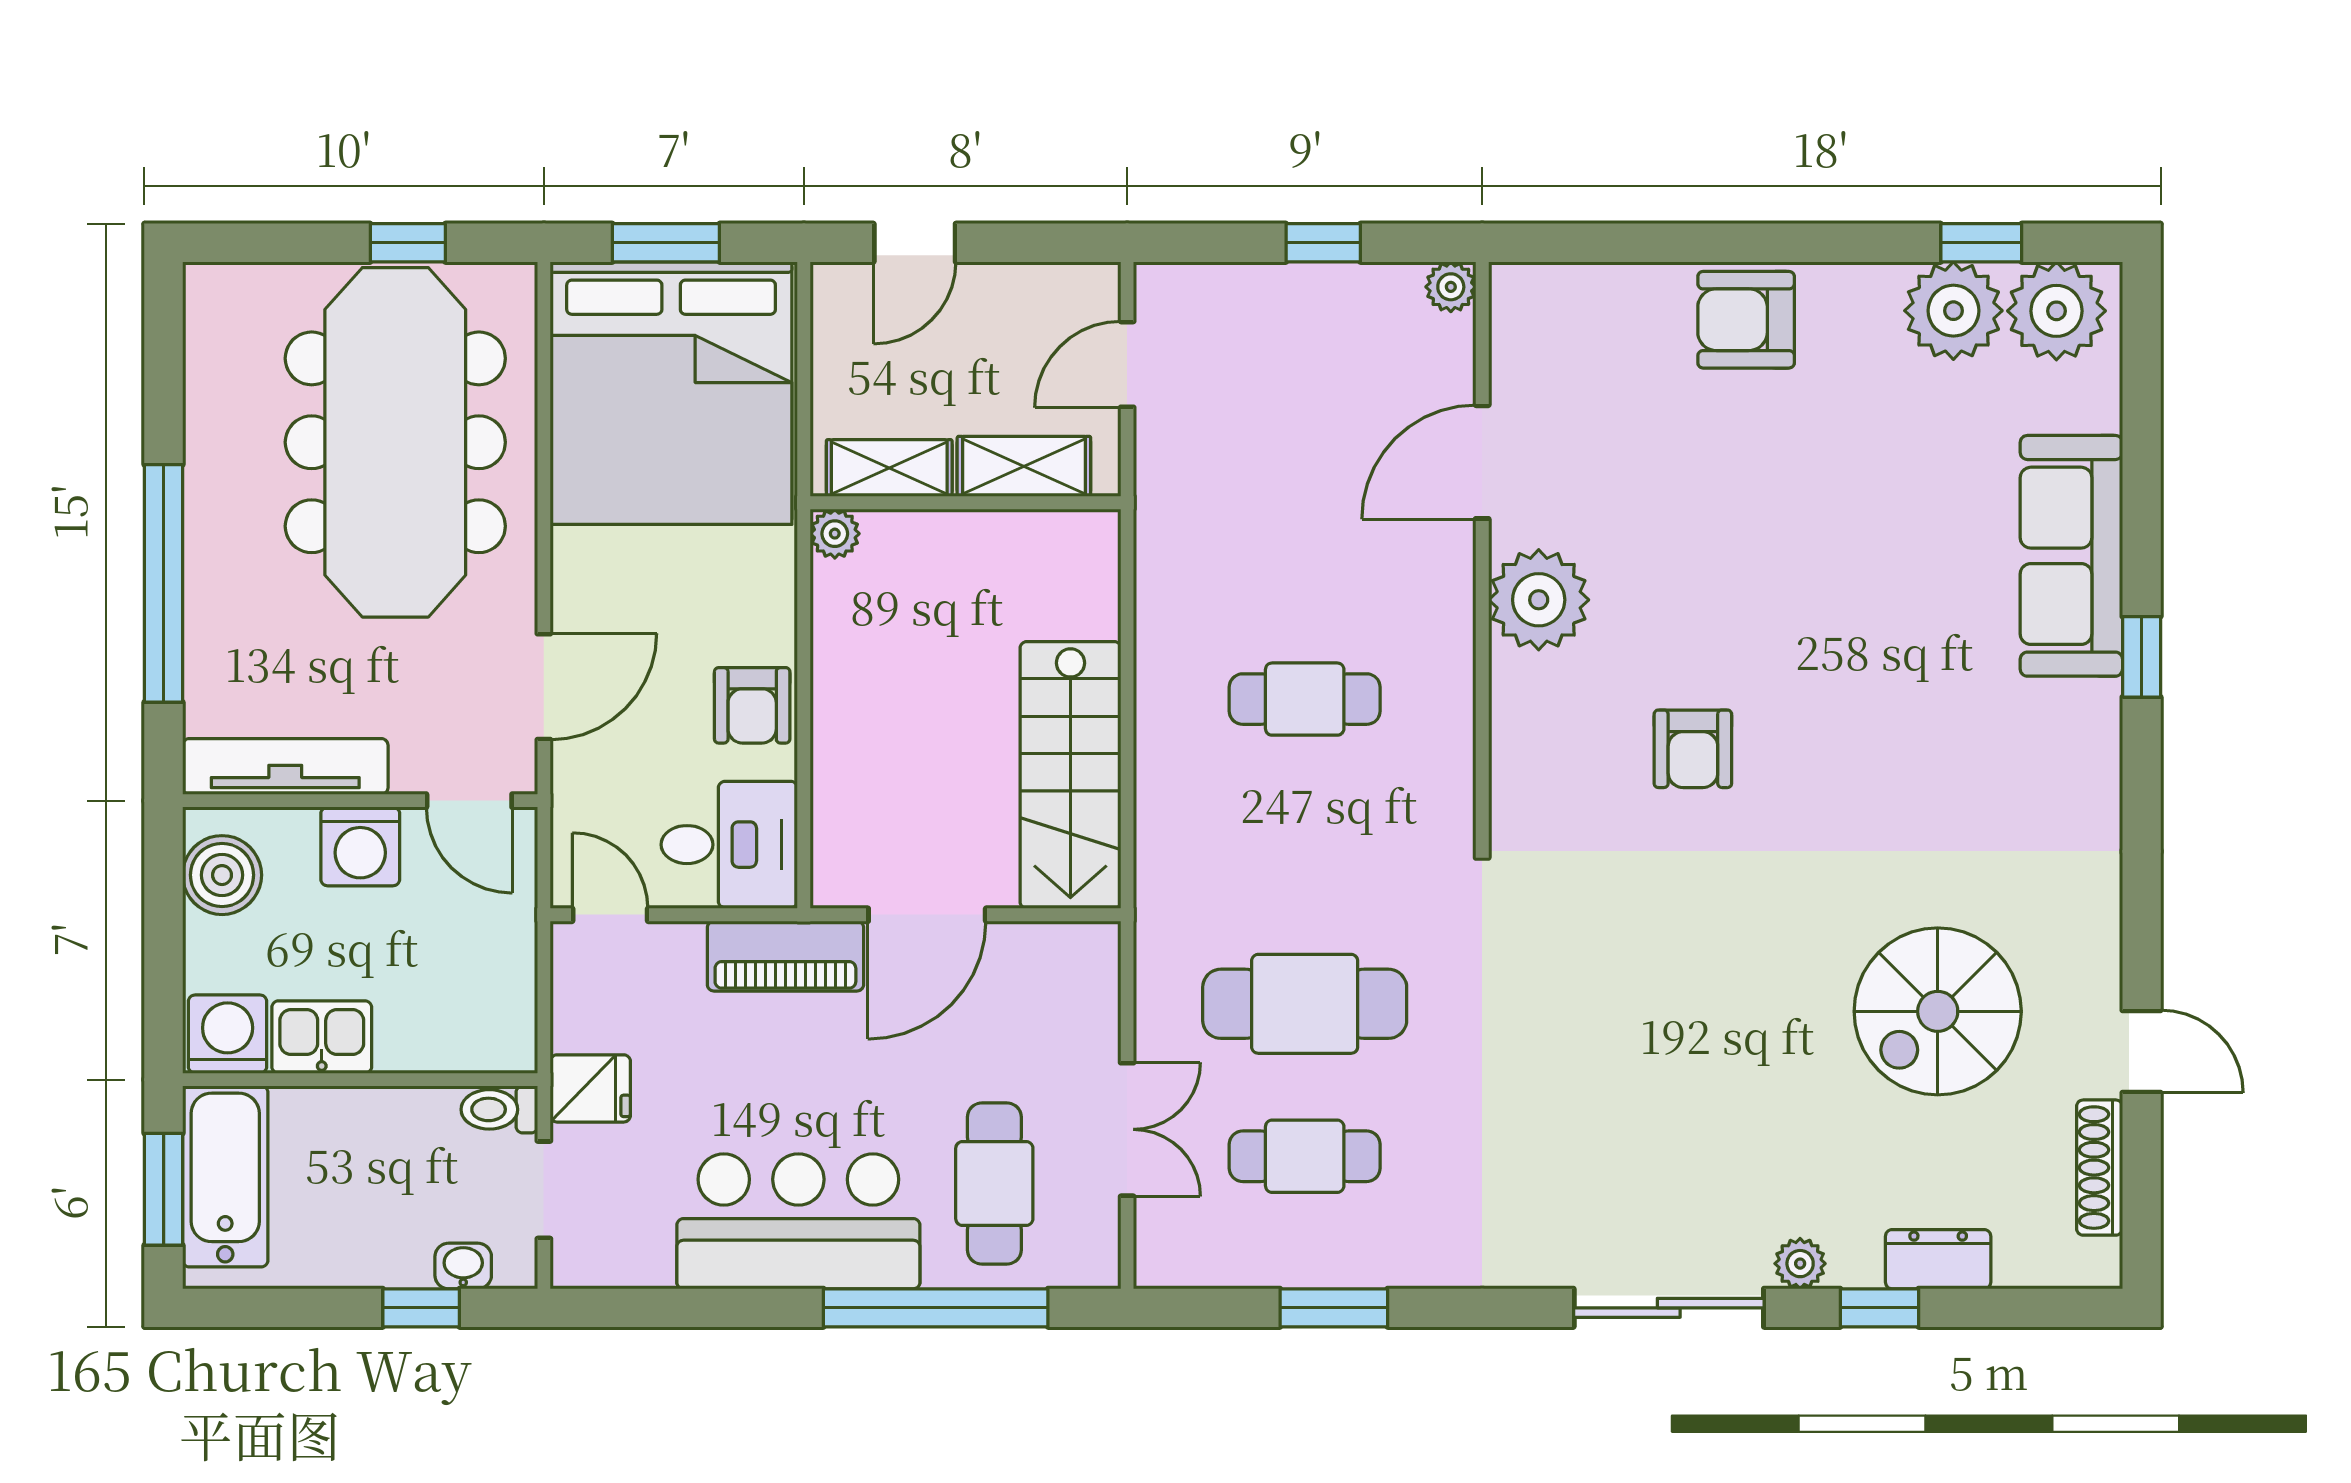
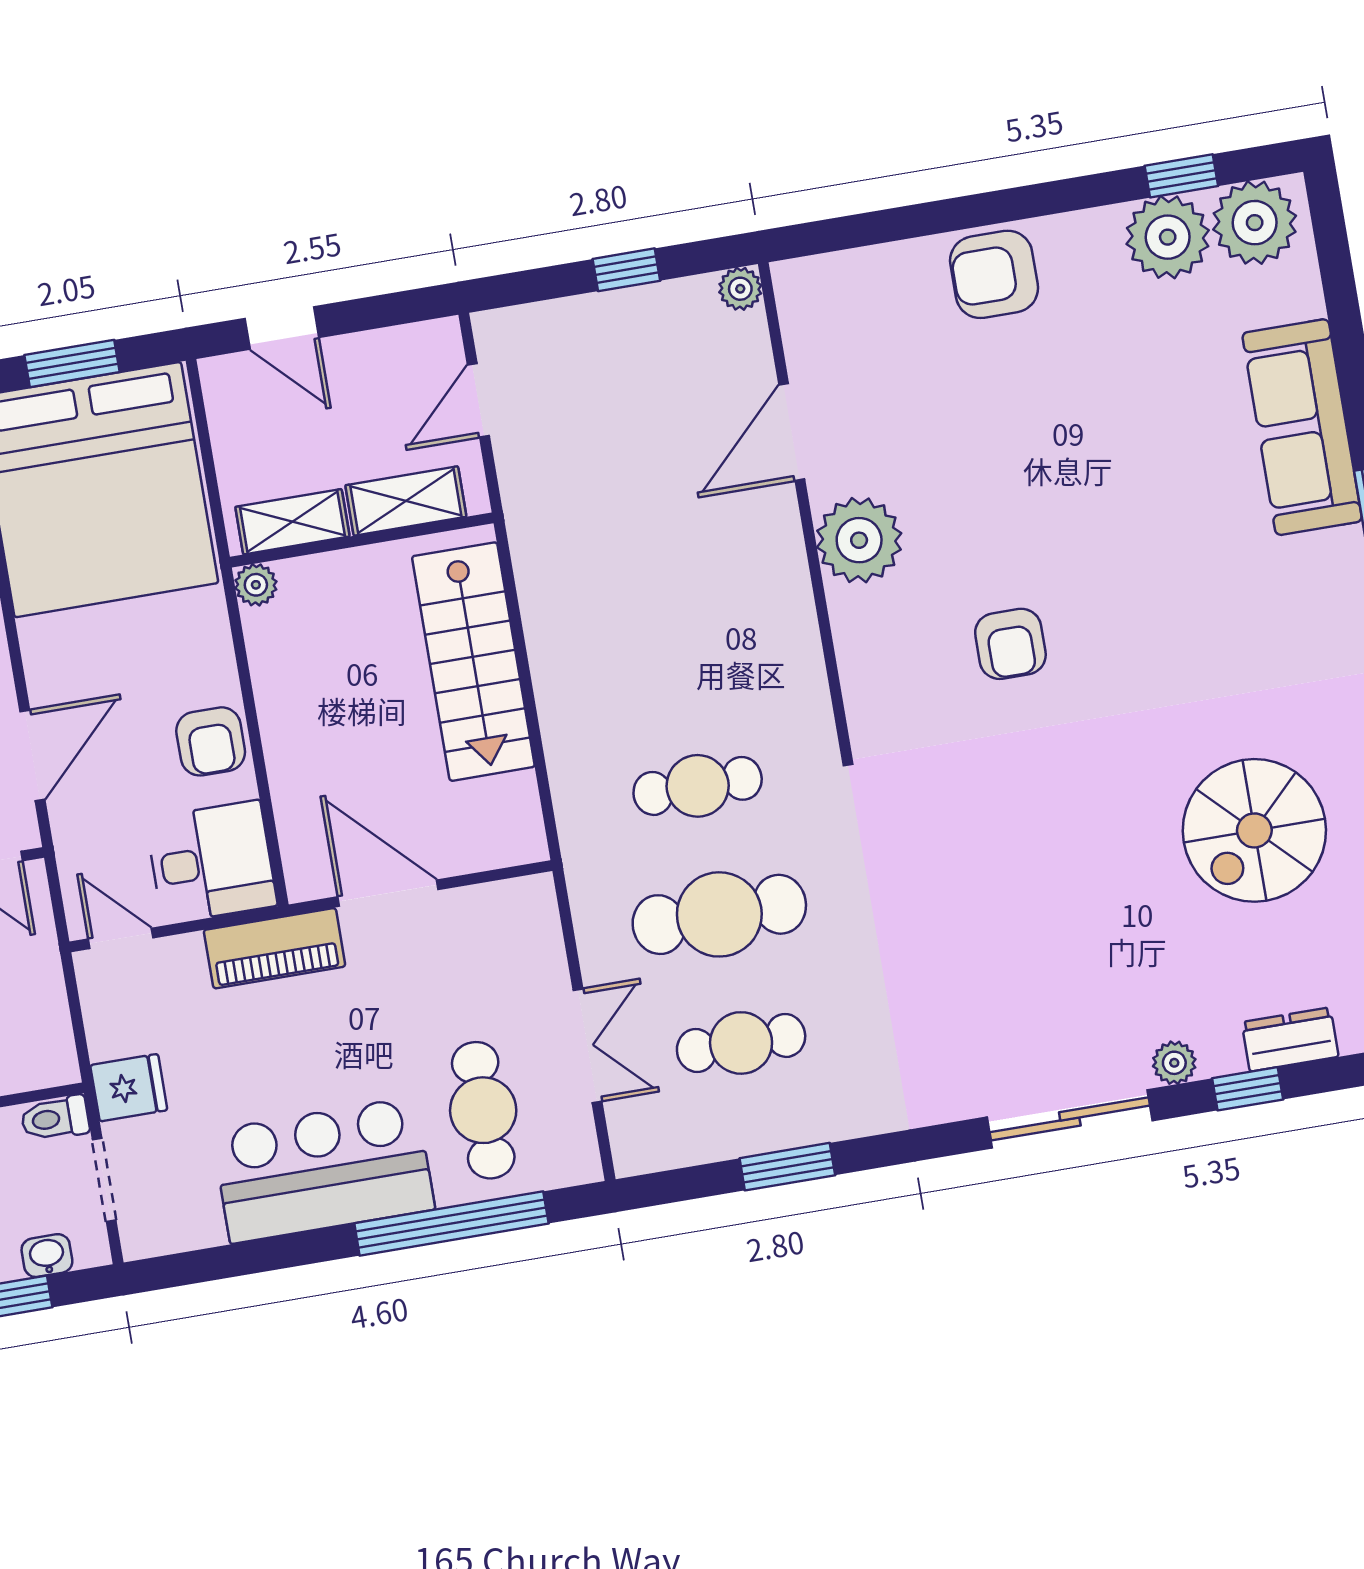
door: (915, 243) -> (282, 328), hinge flipped
cafe table: (1305, 699) -> (698, 786), moved
stairs: (1070, 775) -> (473, 662), moved
door: (927, 915) -> (388, 893), swing flipped

